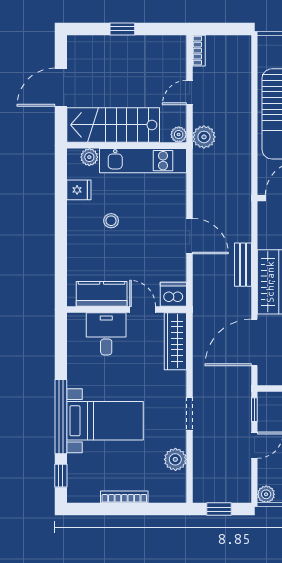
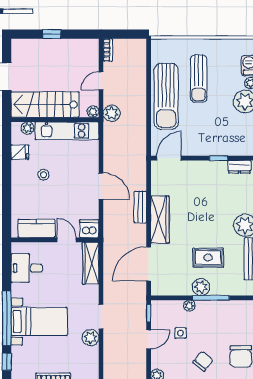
desk: (106, 334) -> (27, 268), moved, turned -90
plant: (175, 459) -> (91, 338), moved

